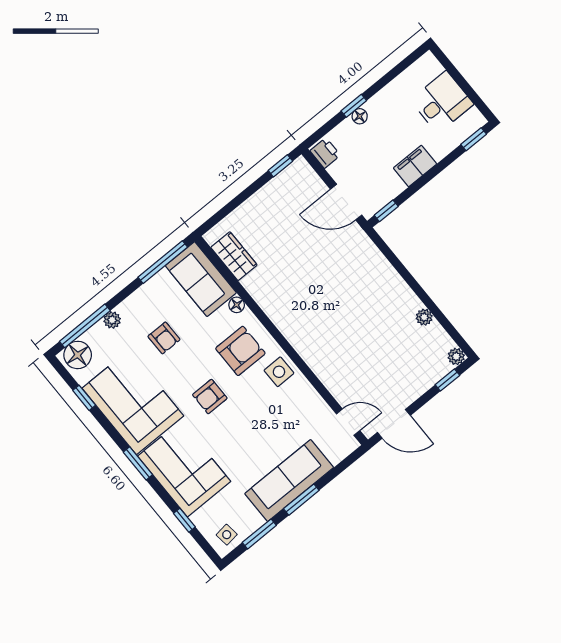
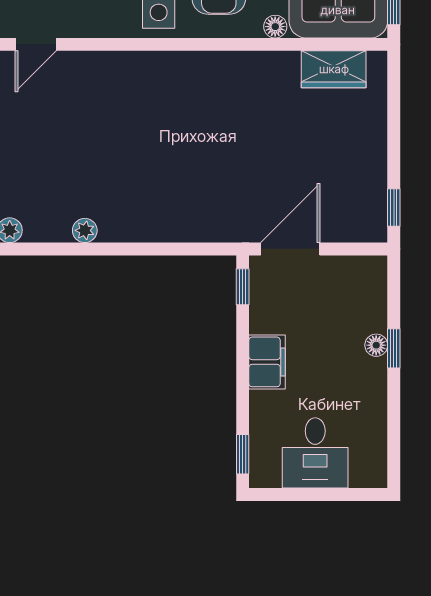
printer: (325, 153) -> (366, 271), removed

